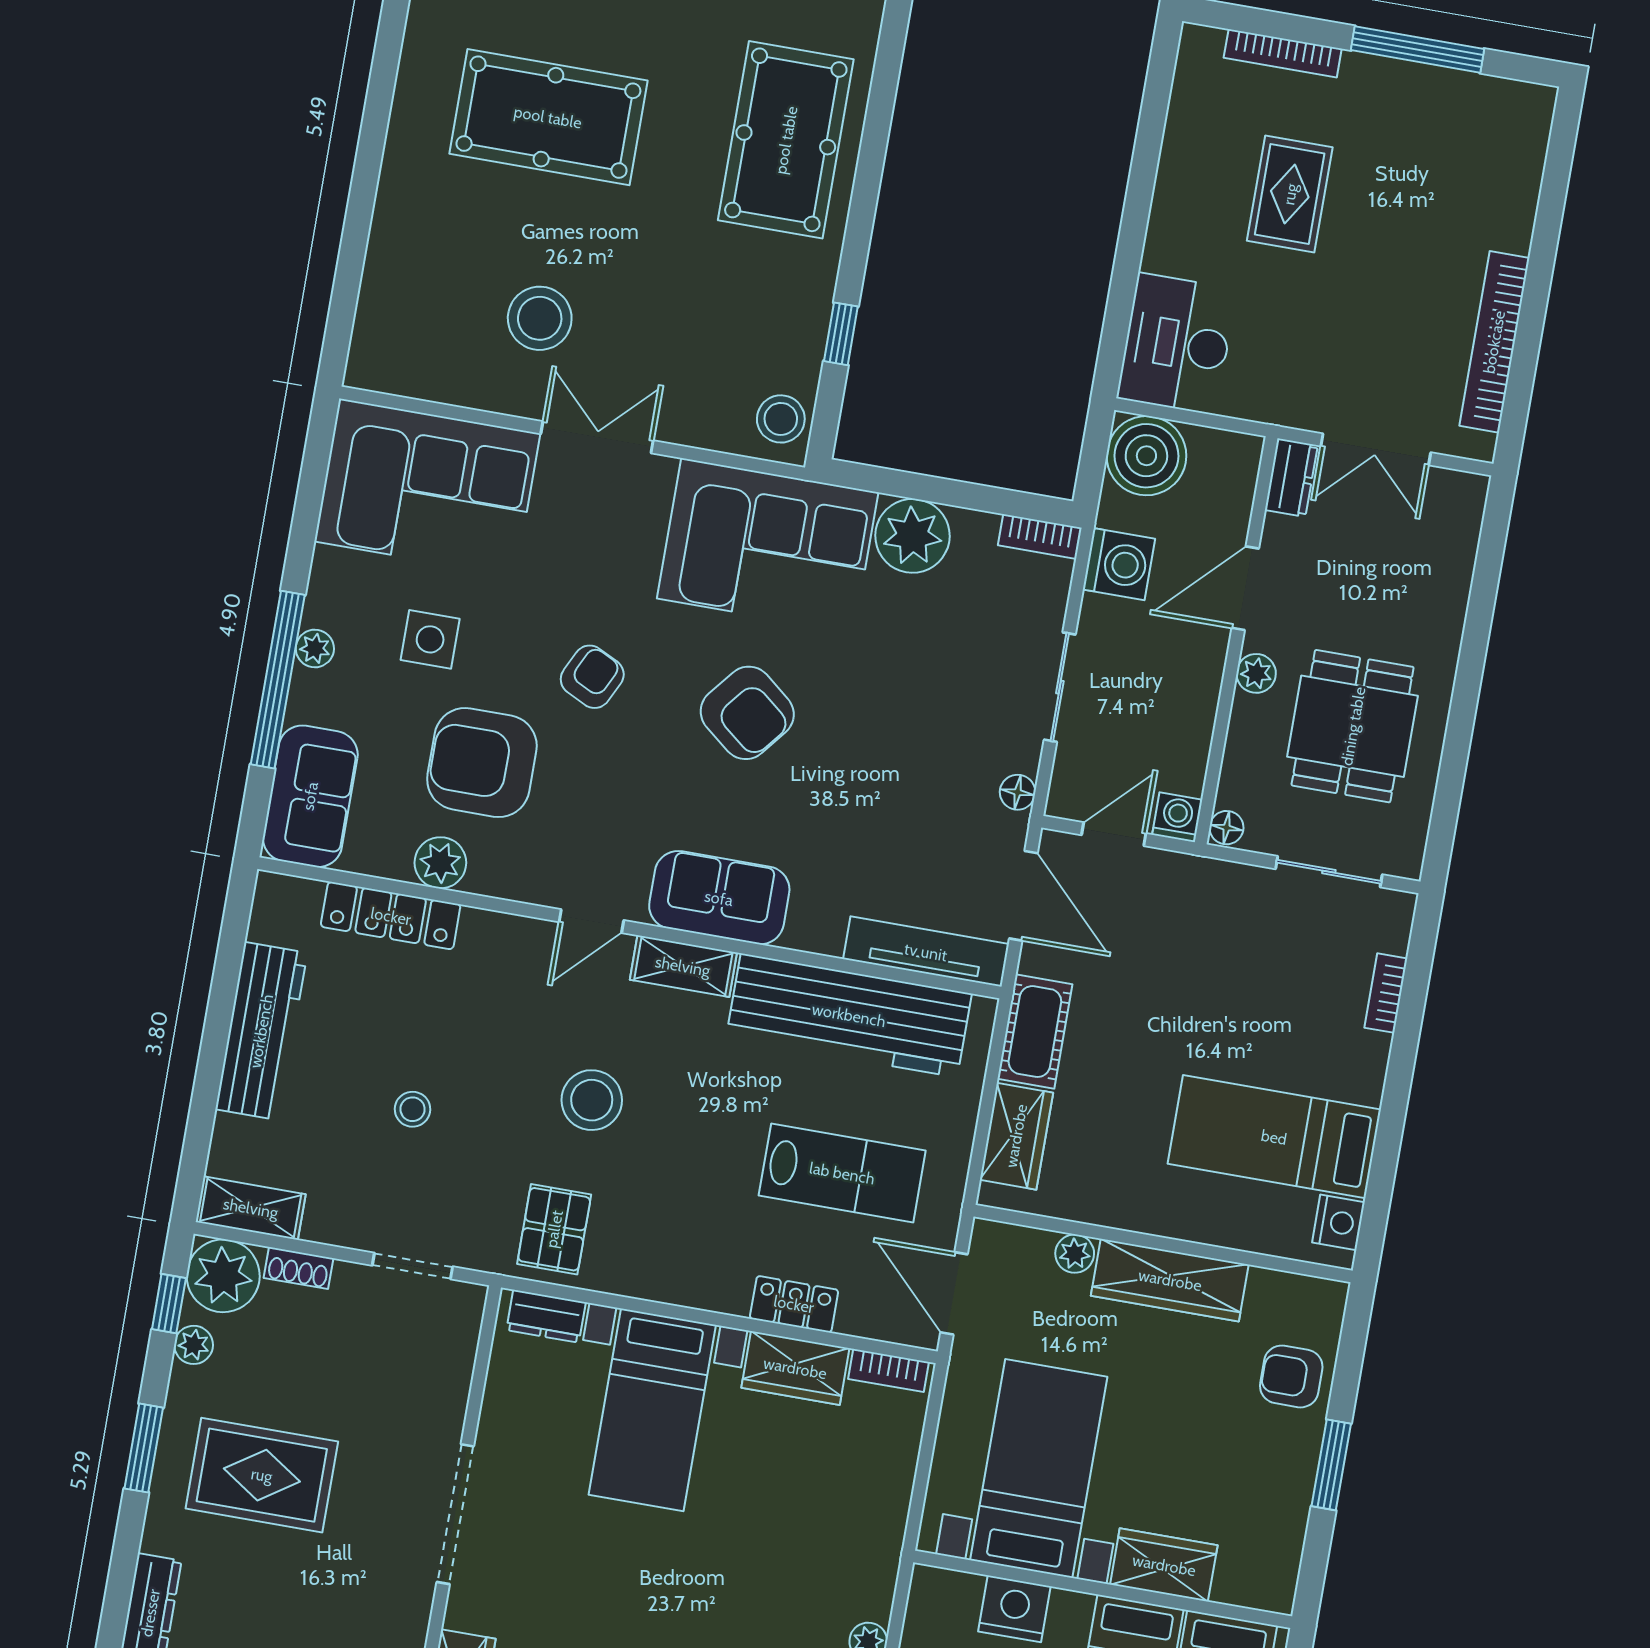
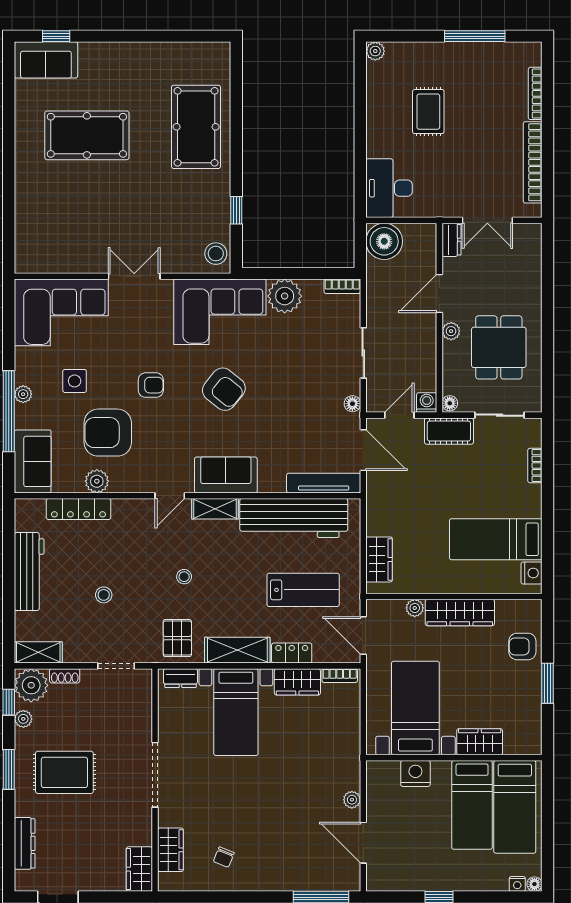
plant: (1199, 44) -> (375, 51), added
bookcase: (1283, 53) -> (535, 93), moved, turned 90
stool: (540, 318) -> (99, 227), removed
washing machine: (1119, 564) -> (380, 292), removed
armchair: (592, 677) -> (151, 385), turned 64
cot: (1035, 1032) -> (449, 431), moved, turned 90
stool: (592, 1100) -> (184, 577), width x0.53, depth x0.53
shelving: (678, 1278) -> (237, 650), added

